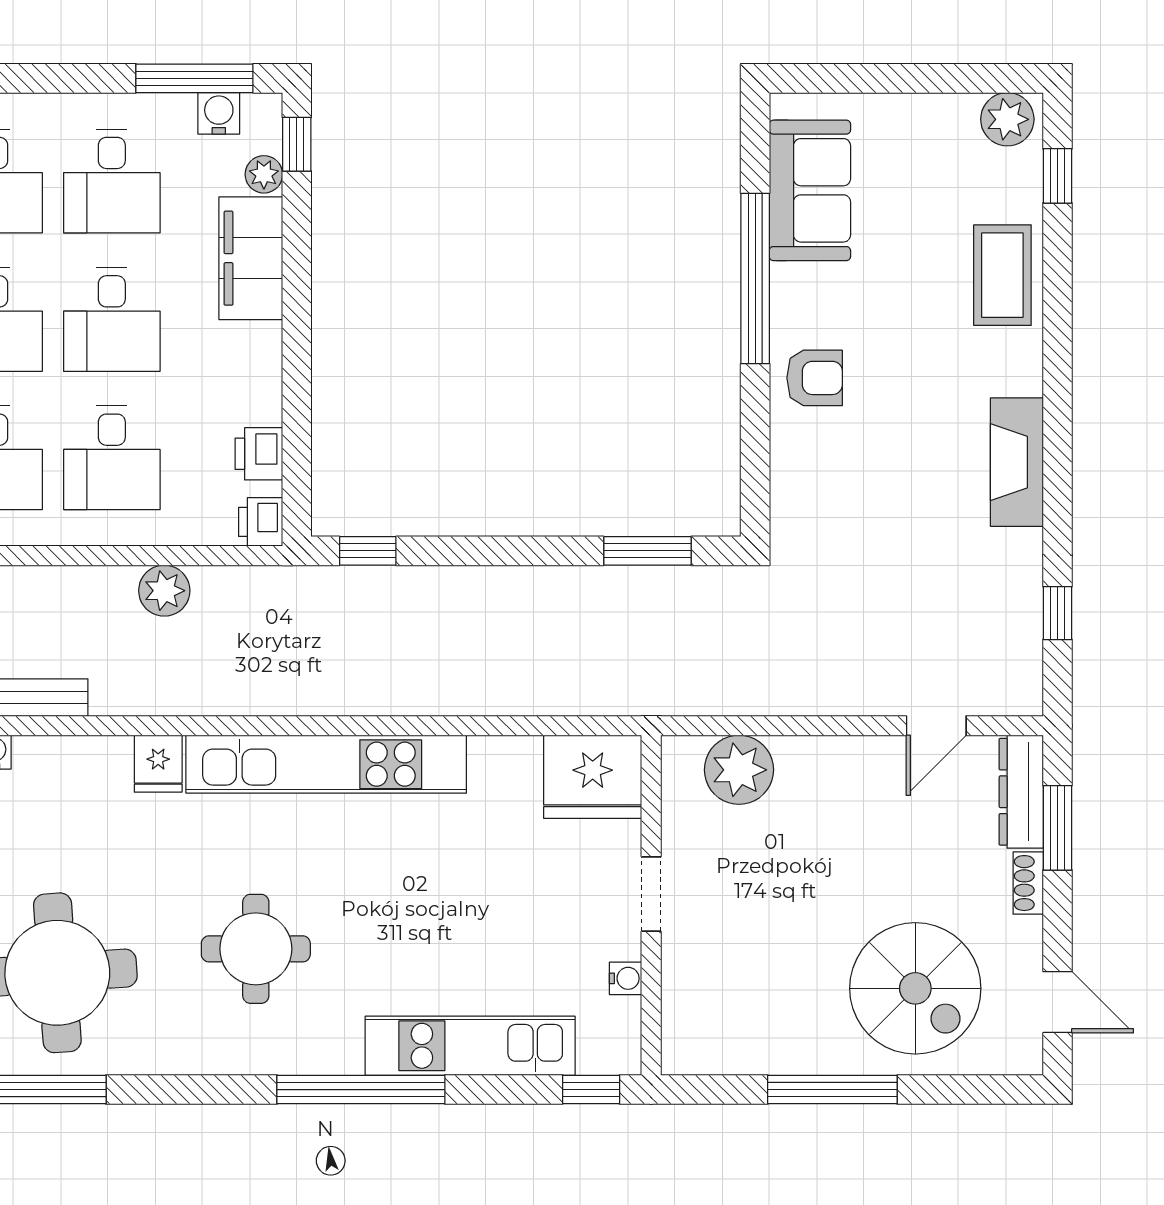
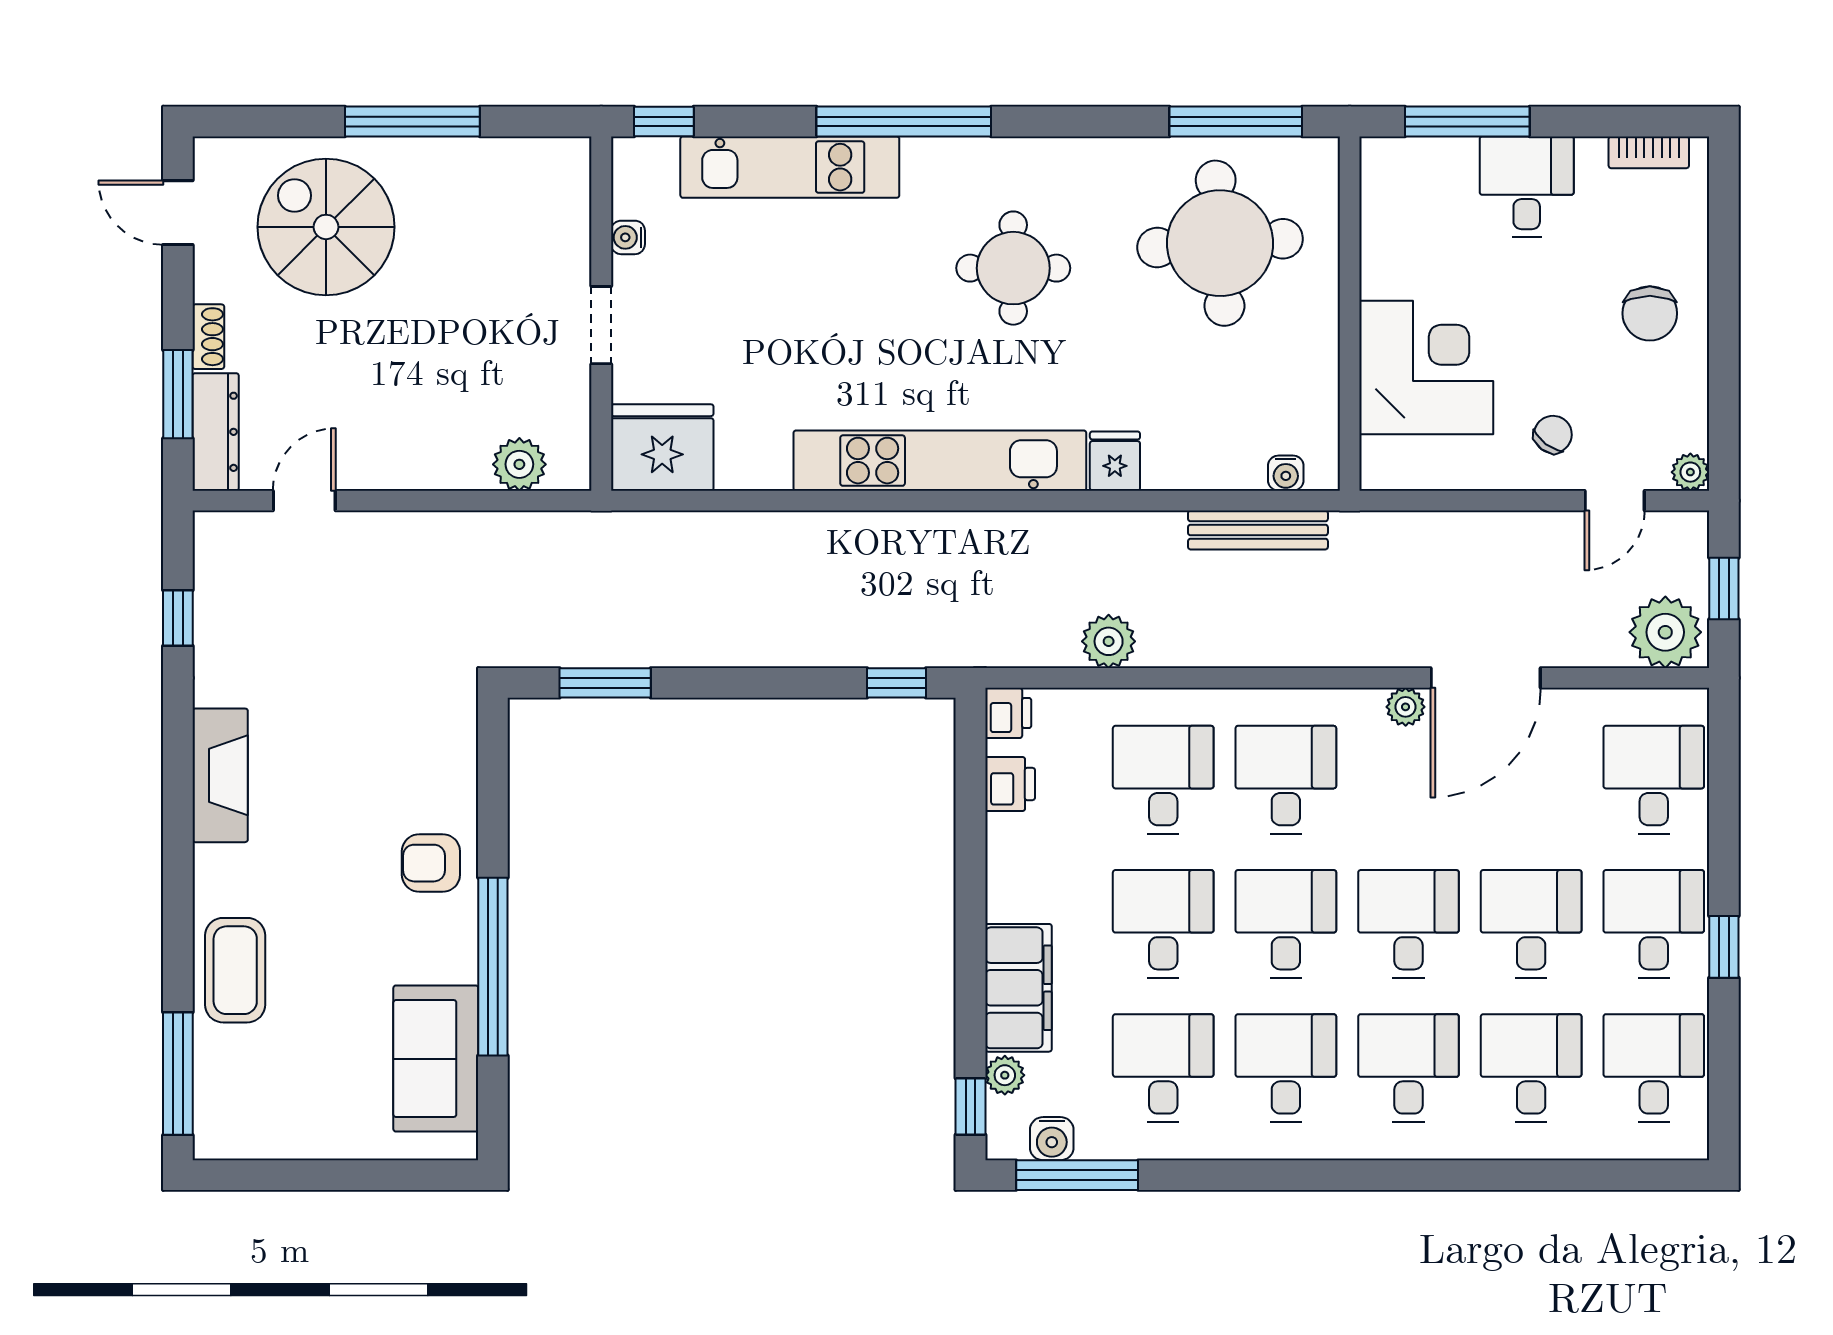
plant: (1007, 119) -> (230, 1133), removed
window: (1057, 176) -> (178, 1074), width x2.17
plant: (739, 770) -> (519, 464), width x0.73, depth x0.73

